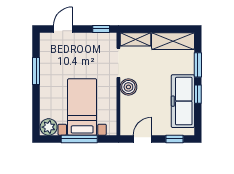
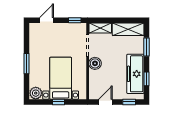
window: (36, 71) -> (26, 64), moved
window: (198, 94) -> (147, 79), moved
window: (79, 139) -> (58, 102), width x0.46

